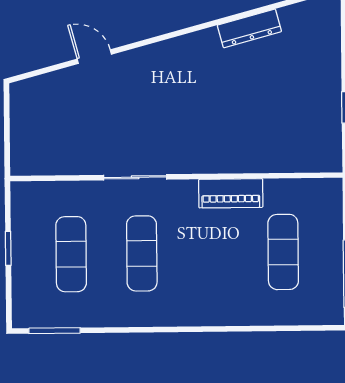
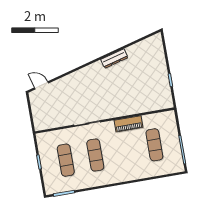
dresser: (249, 28) -> (114, 59), moved
door: (94, 57) -> (41, 85), moved

